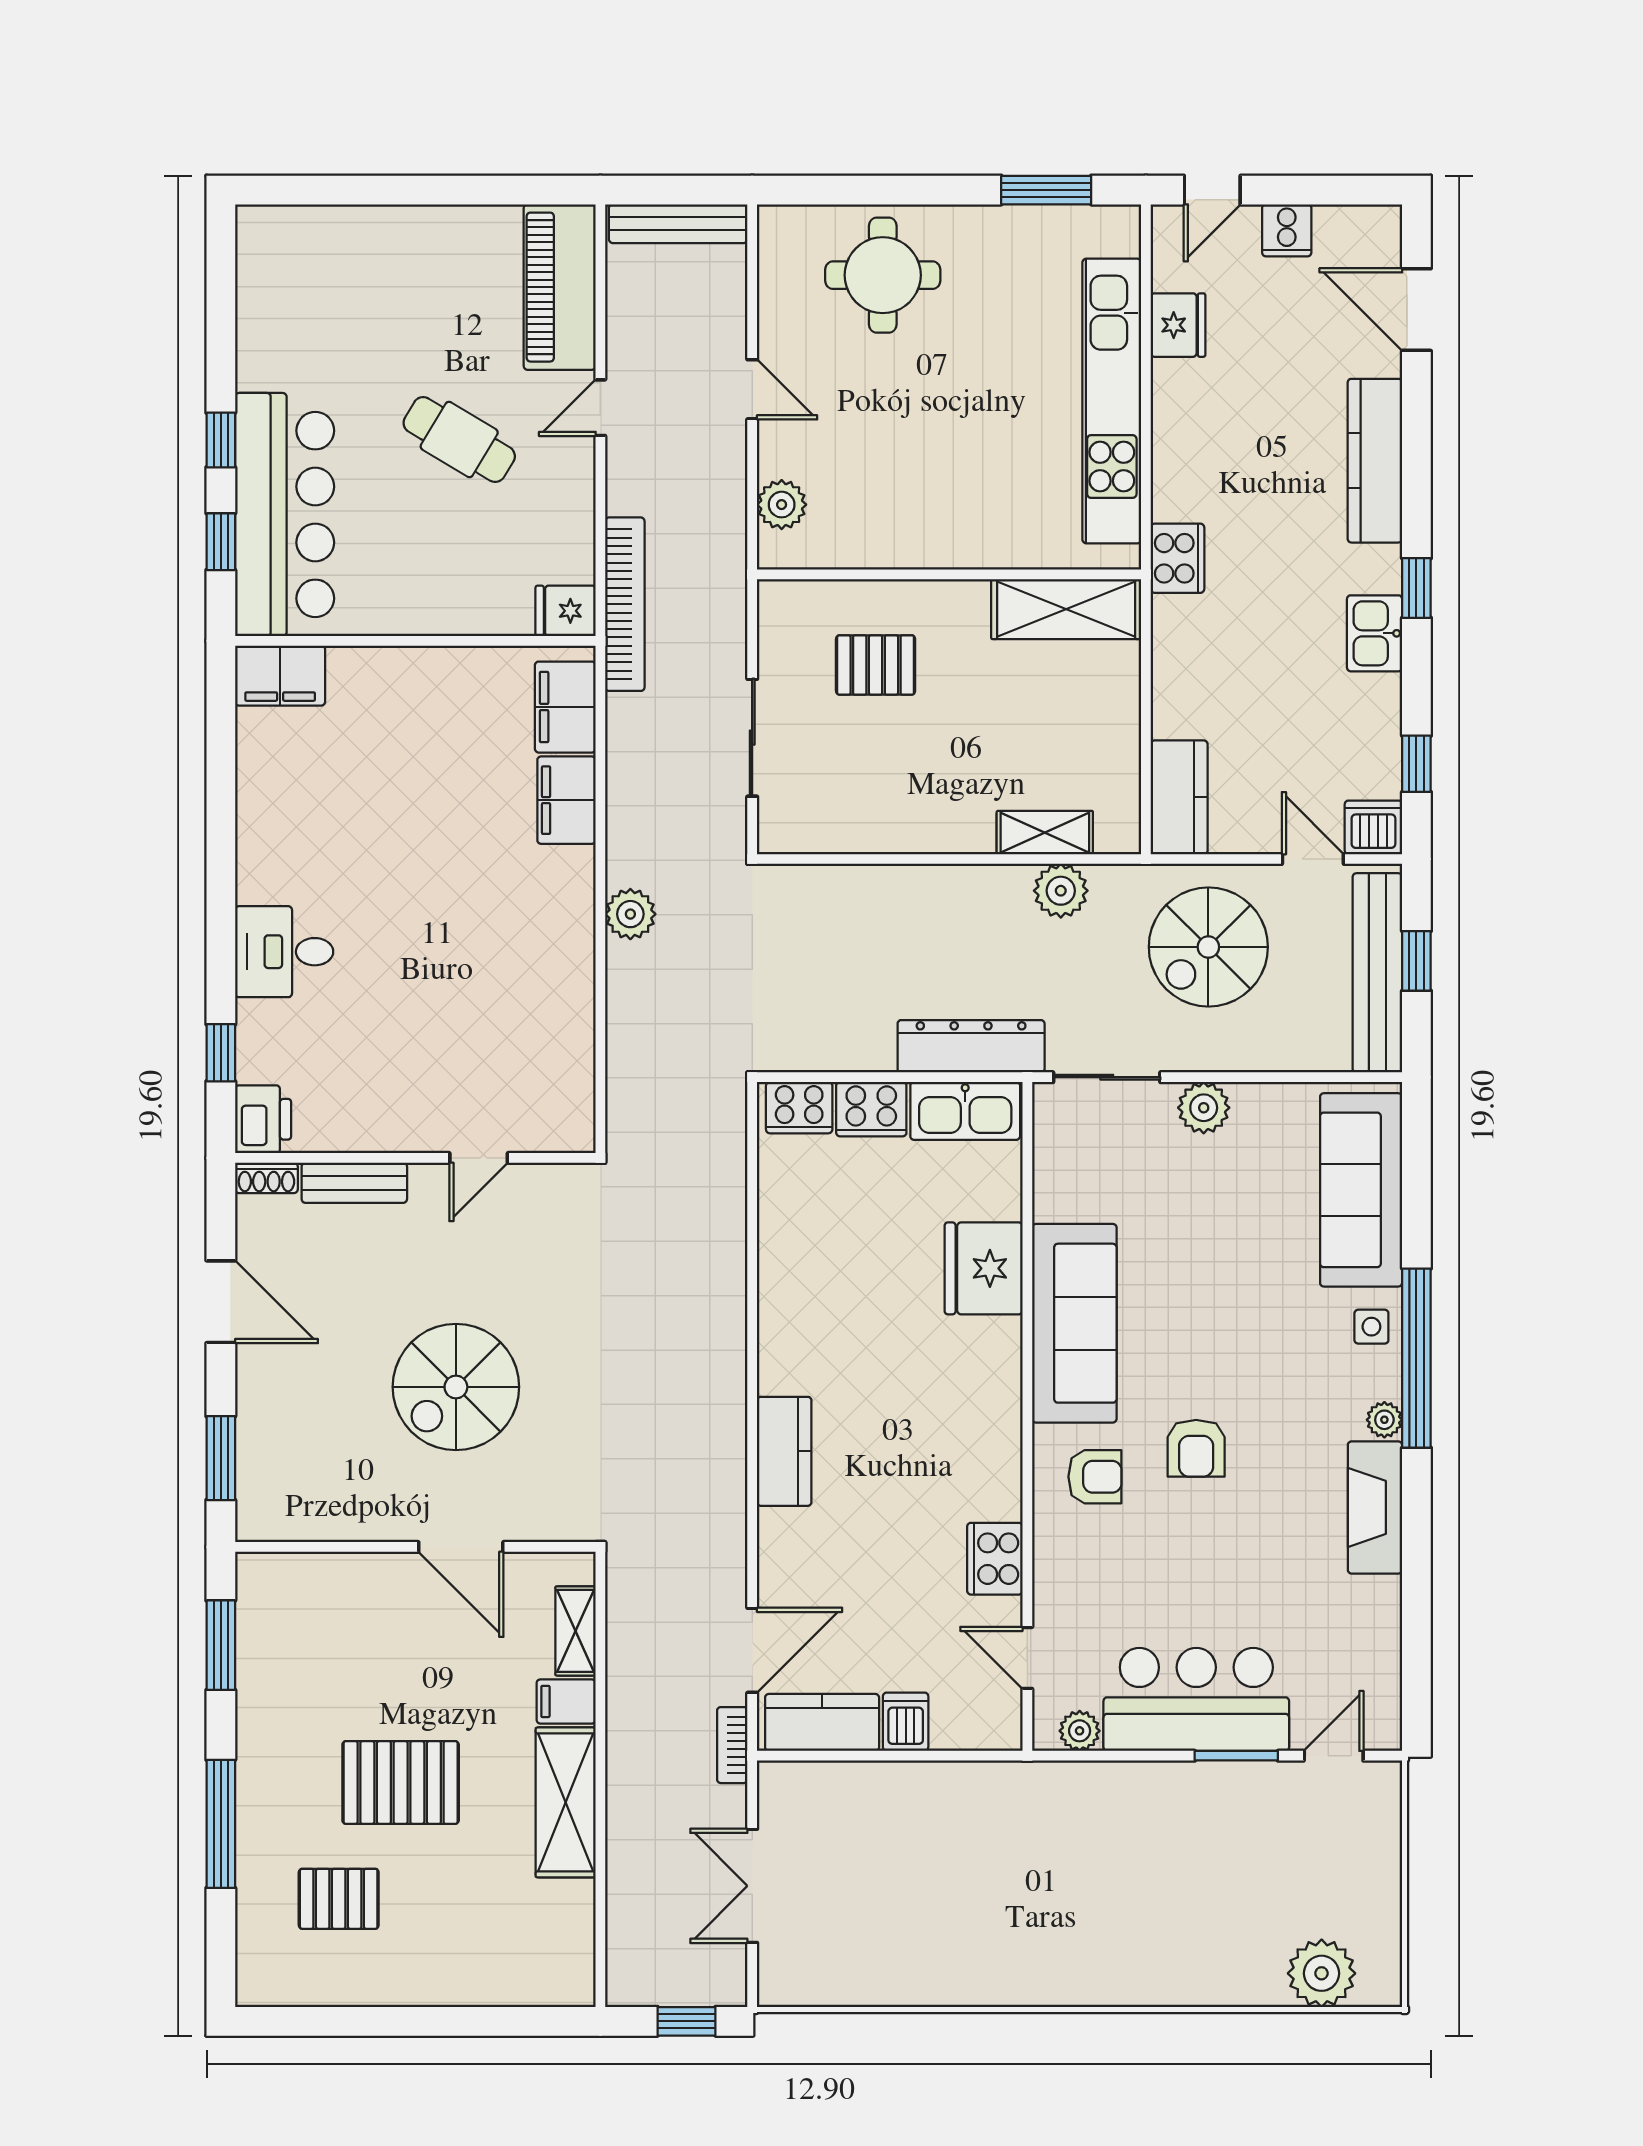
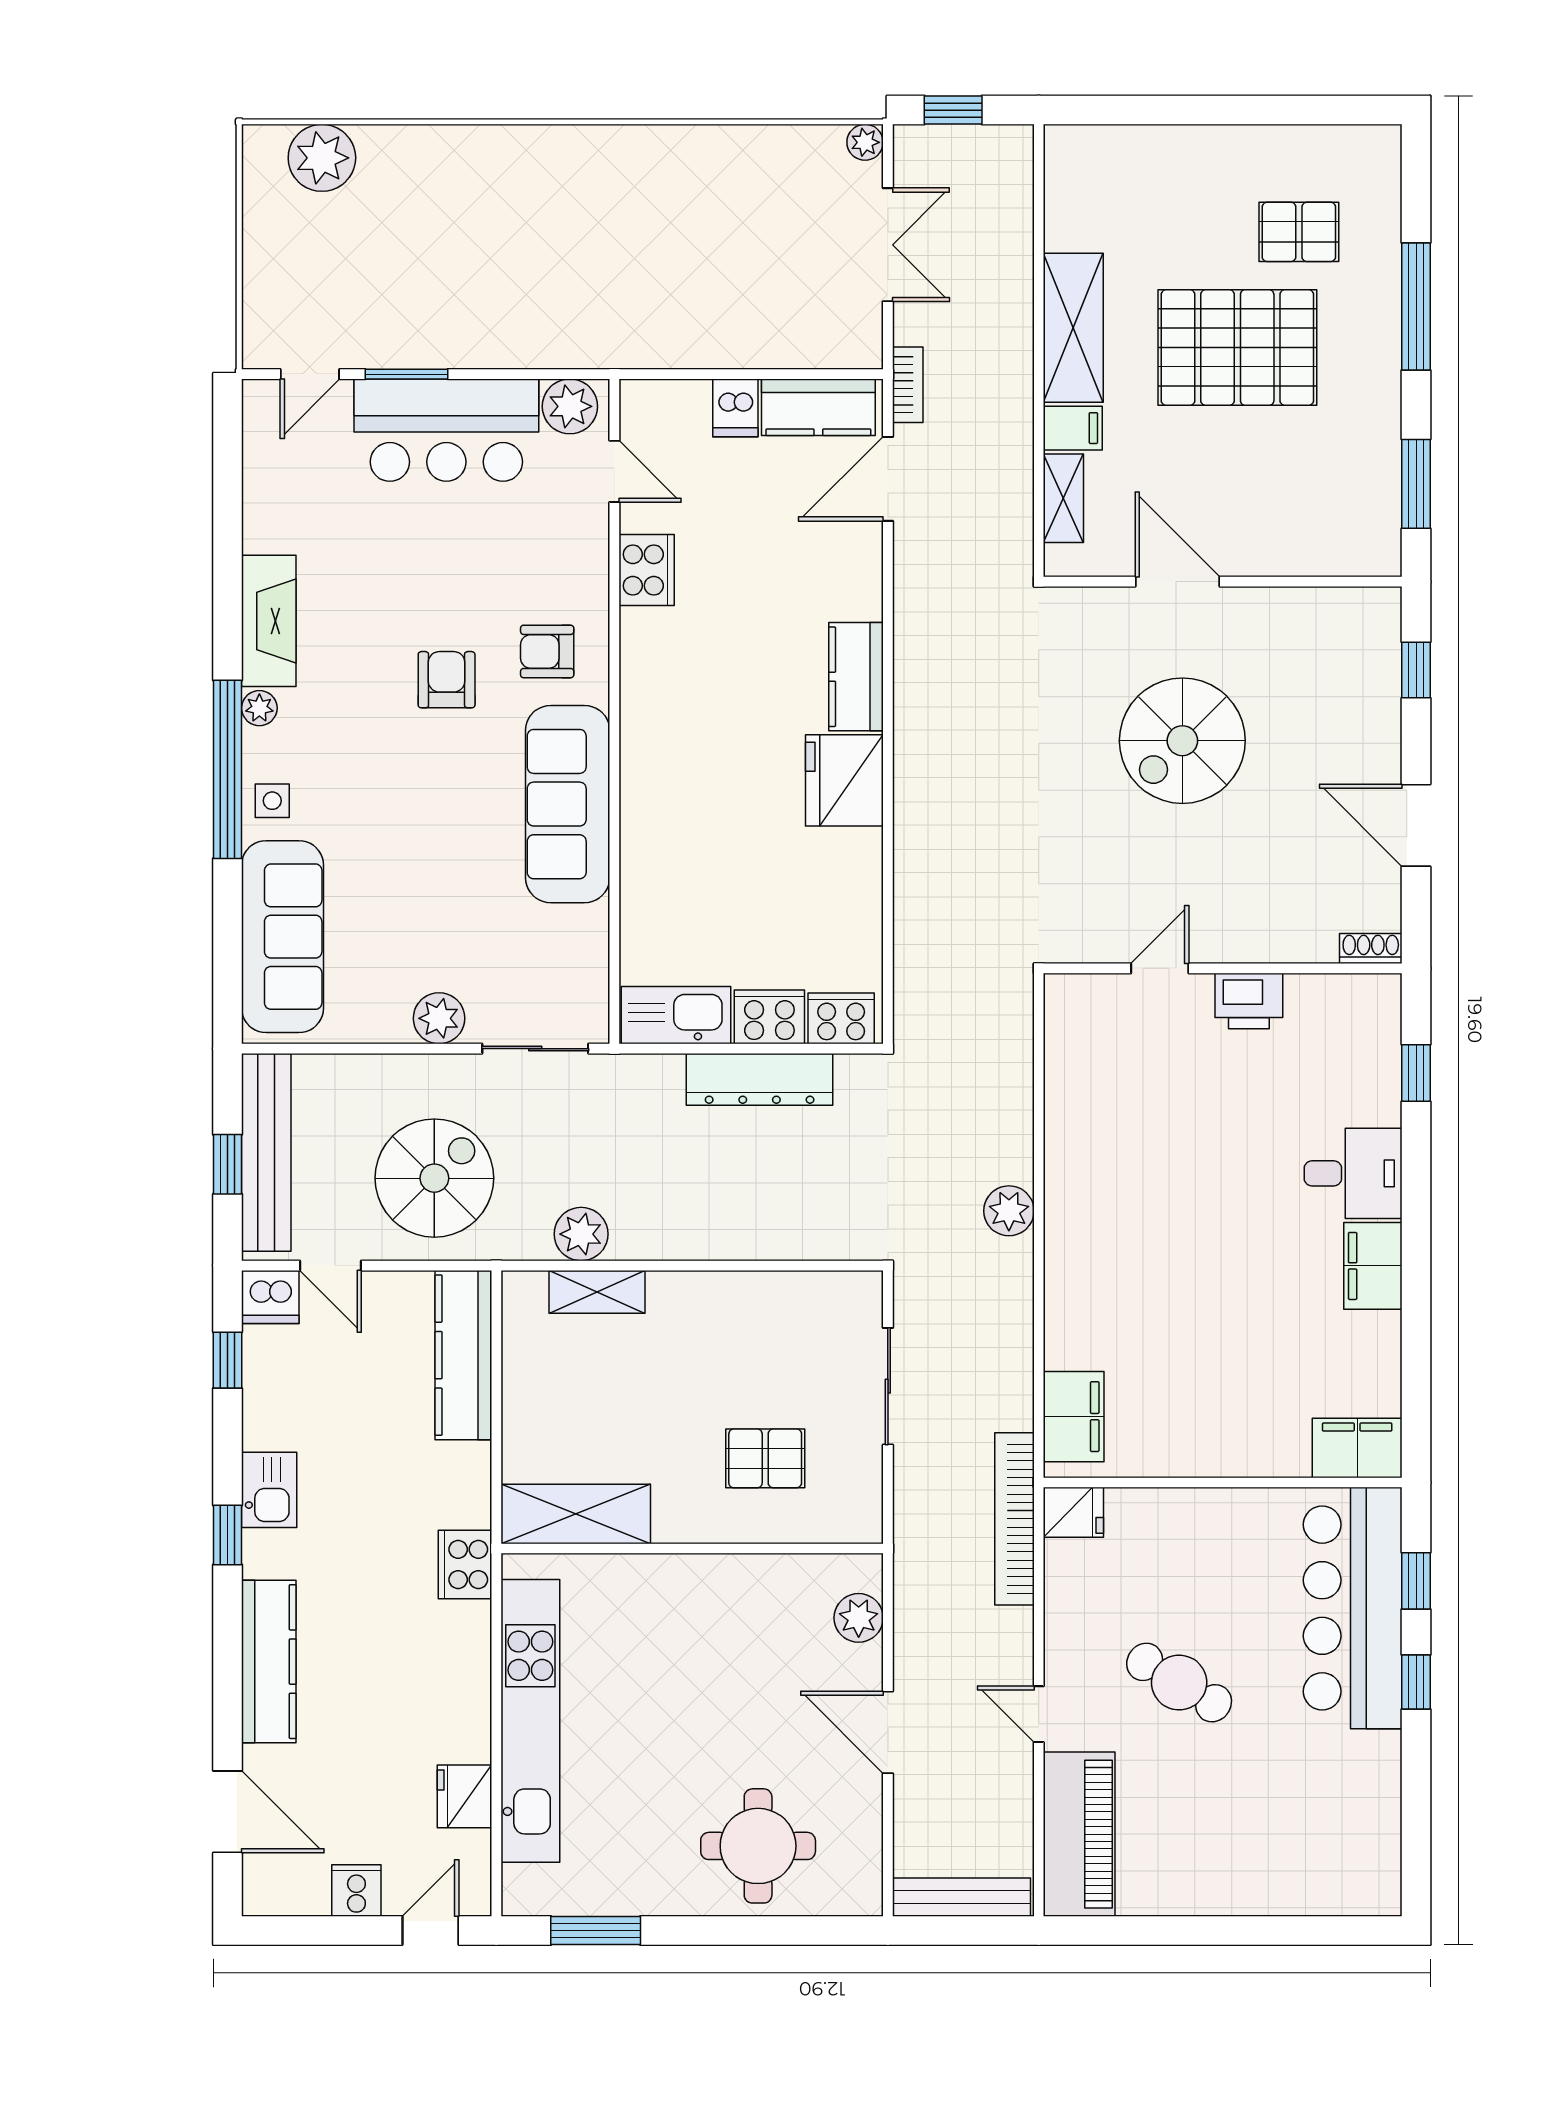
door: (752, 389) -> (888, 1732), width x1.38
door: (600, 408) -> (1039, 1714), swing flipped
kitchen counter: (1179, 797) -> (463, 1355), width x1.50
filing cabinet: (566, 800) -> (1373, 1266), moved, turned 180
dresser: (971, 1046) -> (760, 1079), moved
printer: (263, 1119) -> (1249, 1001), moved, turned -90
bench: (354, 1183) -> (1283, 944), removed
fridge: (984, 1268) -> (844, 780), moved, turned 180
spiral stairs: (456, 1387) -> (1182, 741), turned 180
window: (221, 1458) -> (1416, 670), width x0.67
plant: (1080, 1731) -> (570, 406), width x1.38, depth x1.38
pallet: (401, 1782) -> (1237, 348), width x1.37, depth x1.41
plant: (775, 1989) -> (865, 142), added

